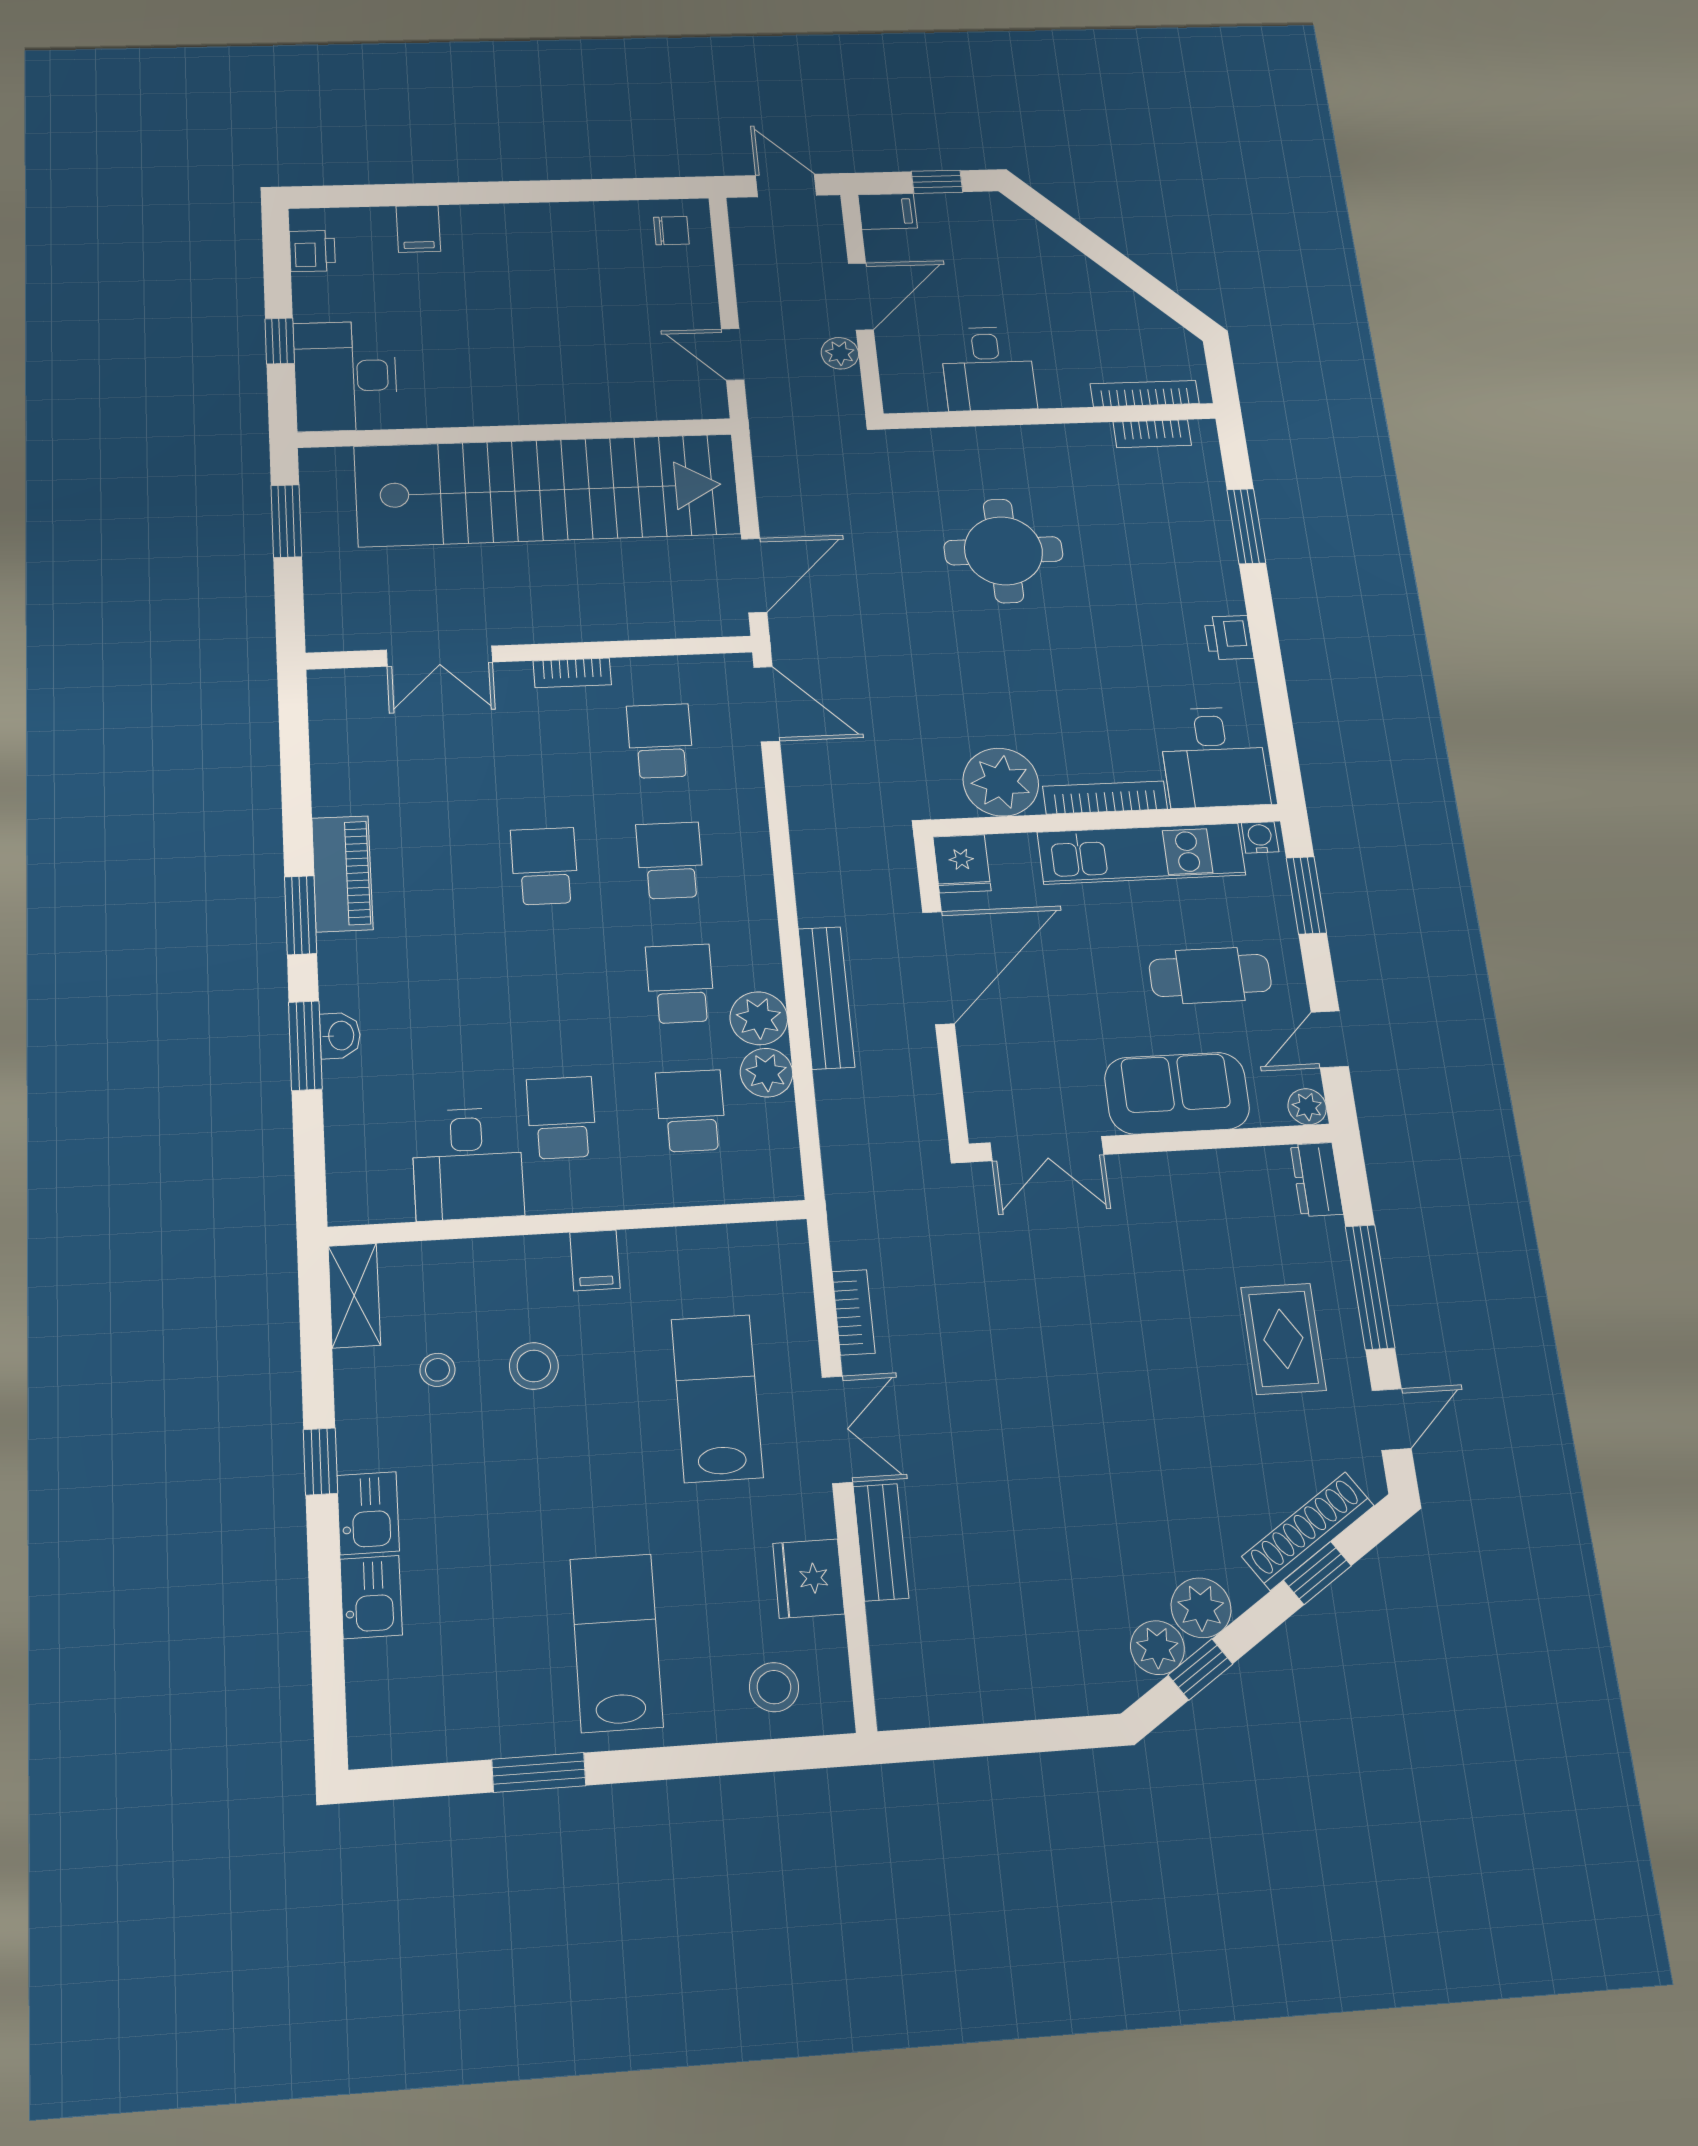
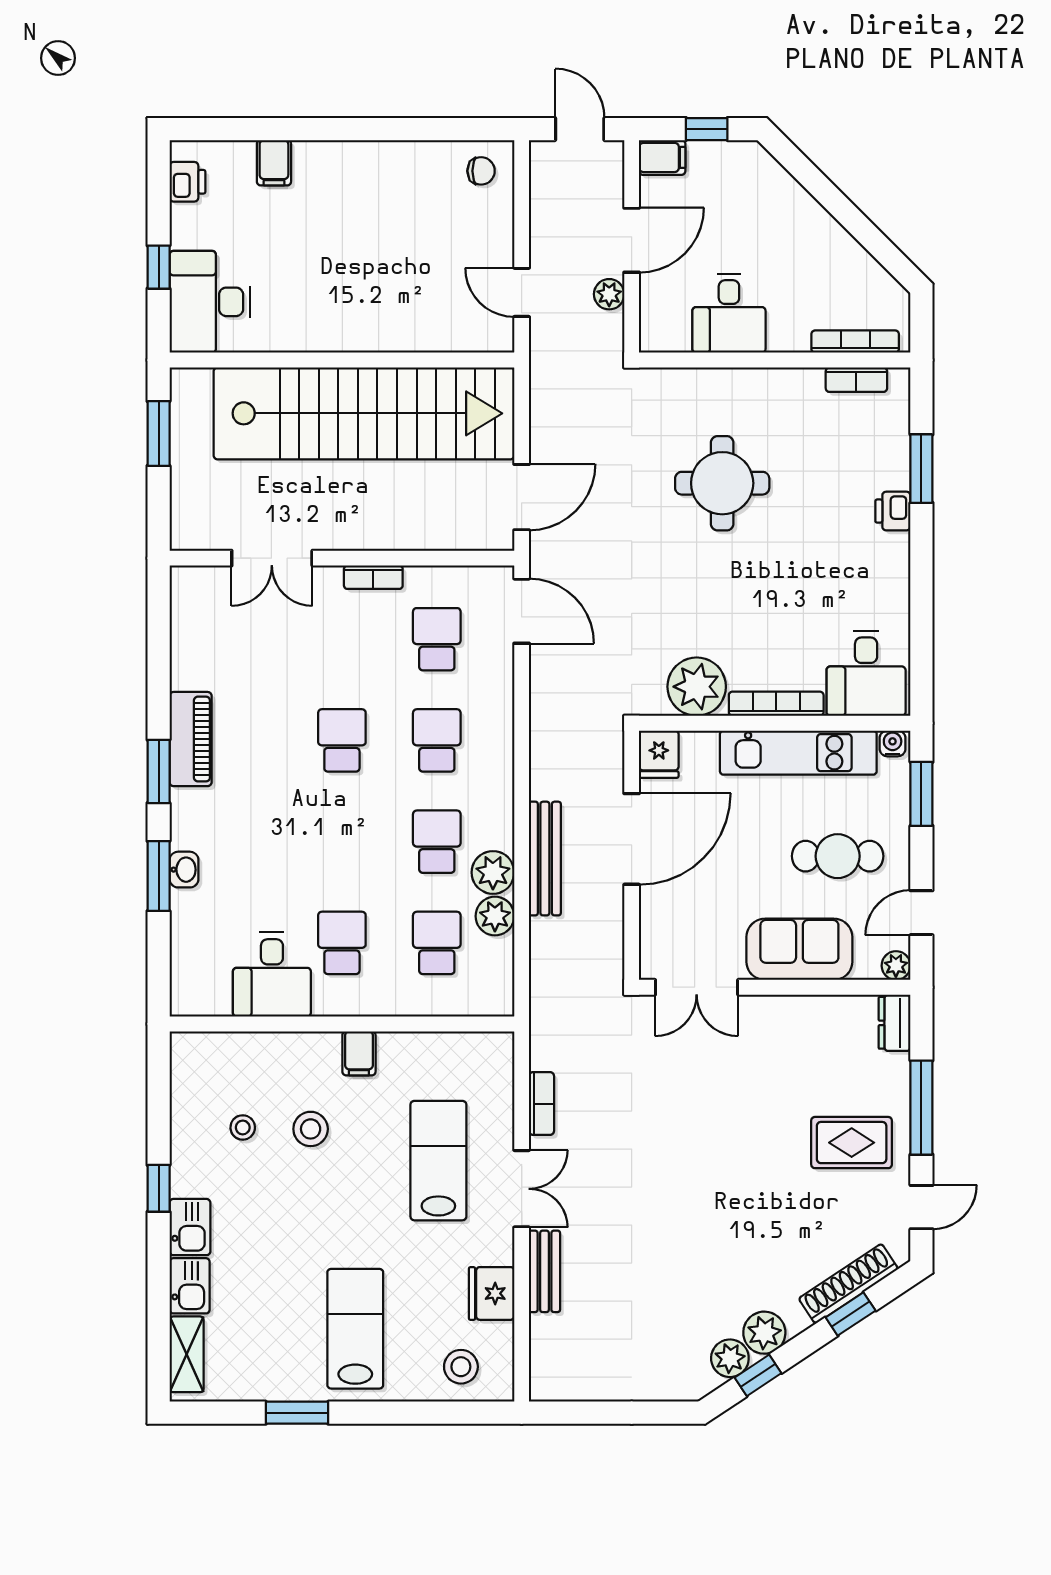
printer: (1229, 638) -> (893, 511), moved
shelving: (354, 1296) -> (187, 1354), moved
rug: (1283, 1339) -> (852, 1143), turned 90

